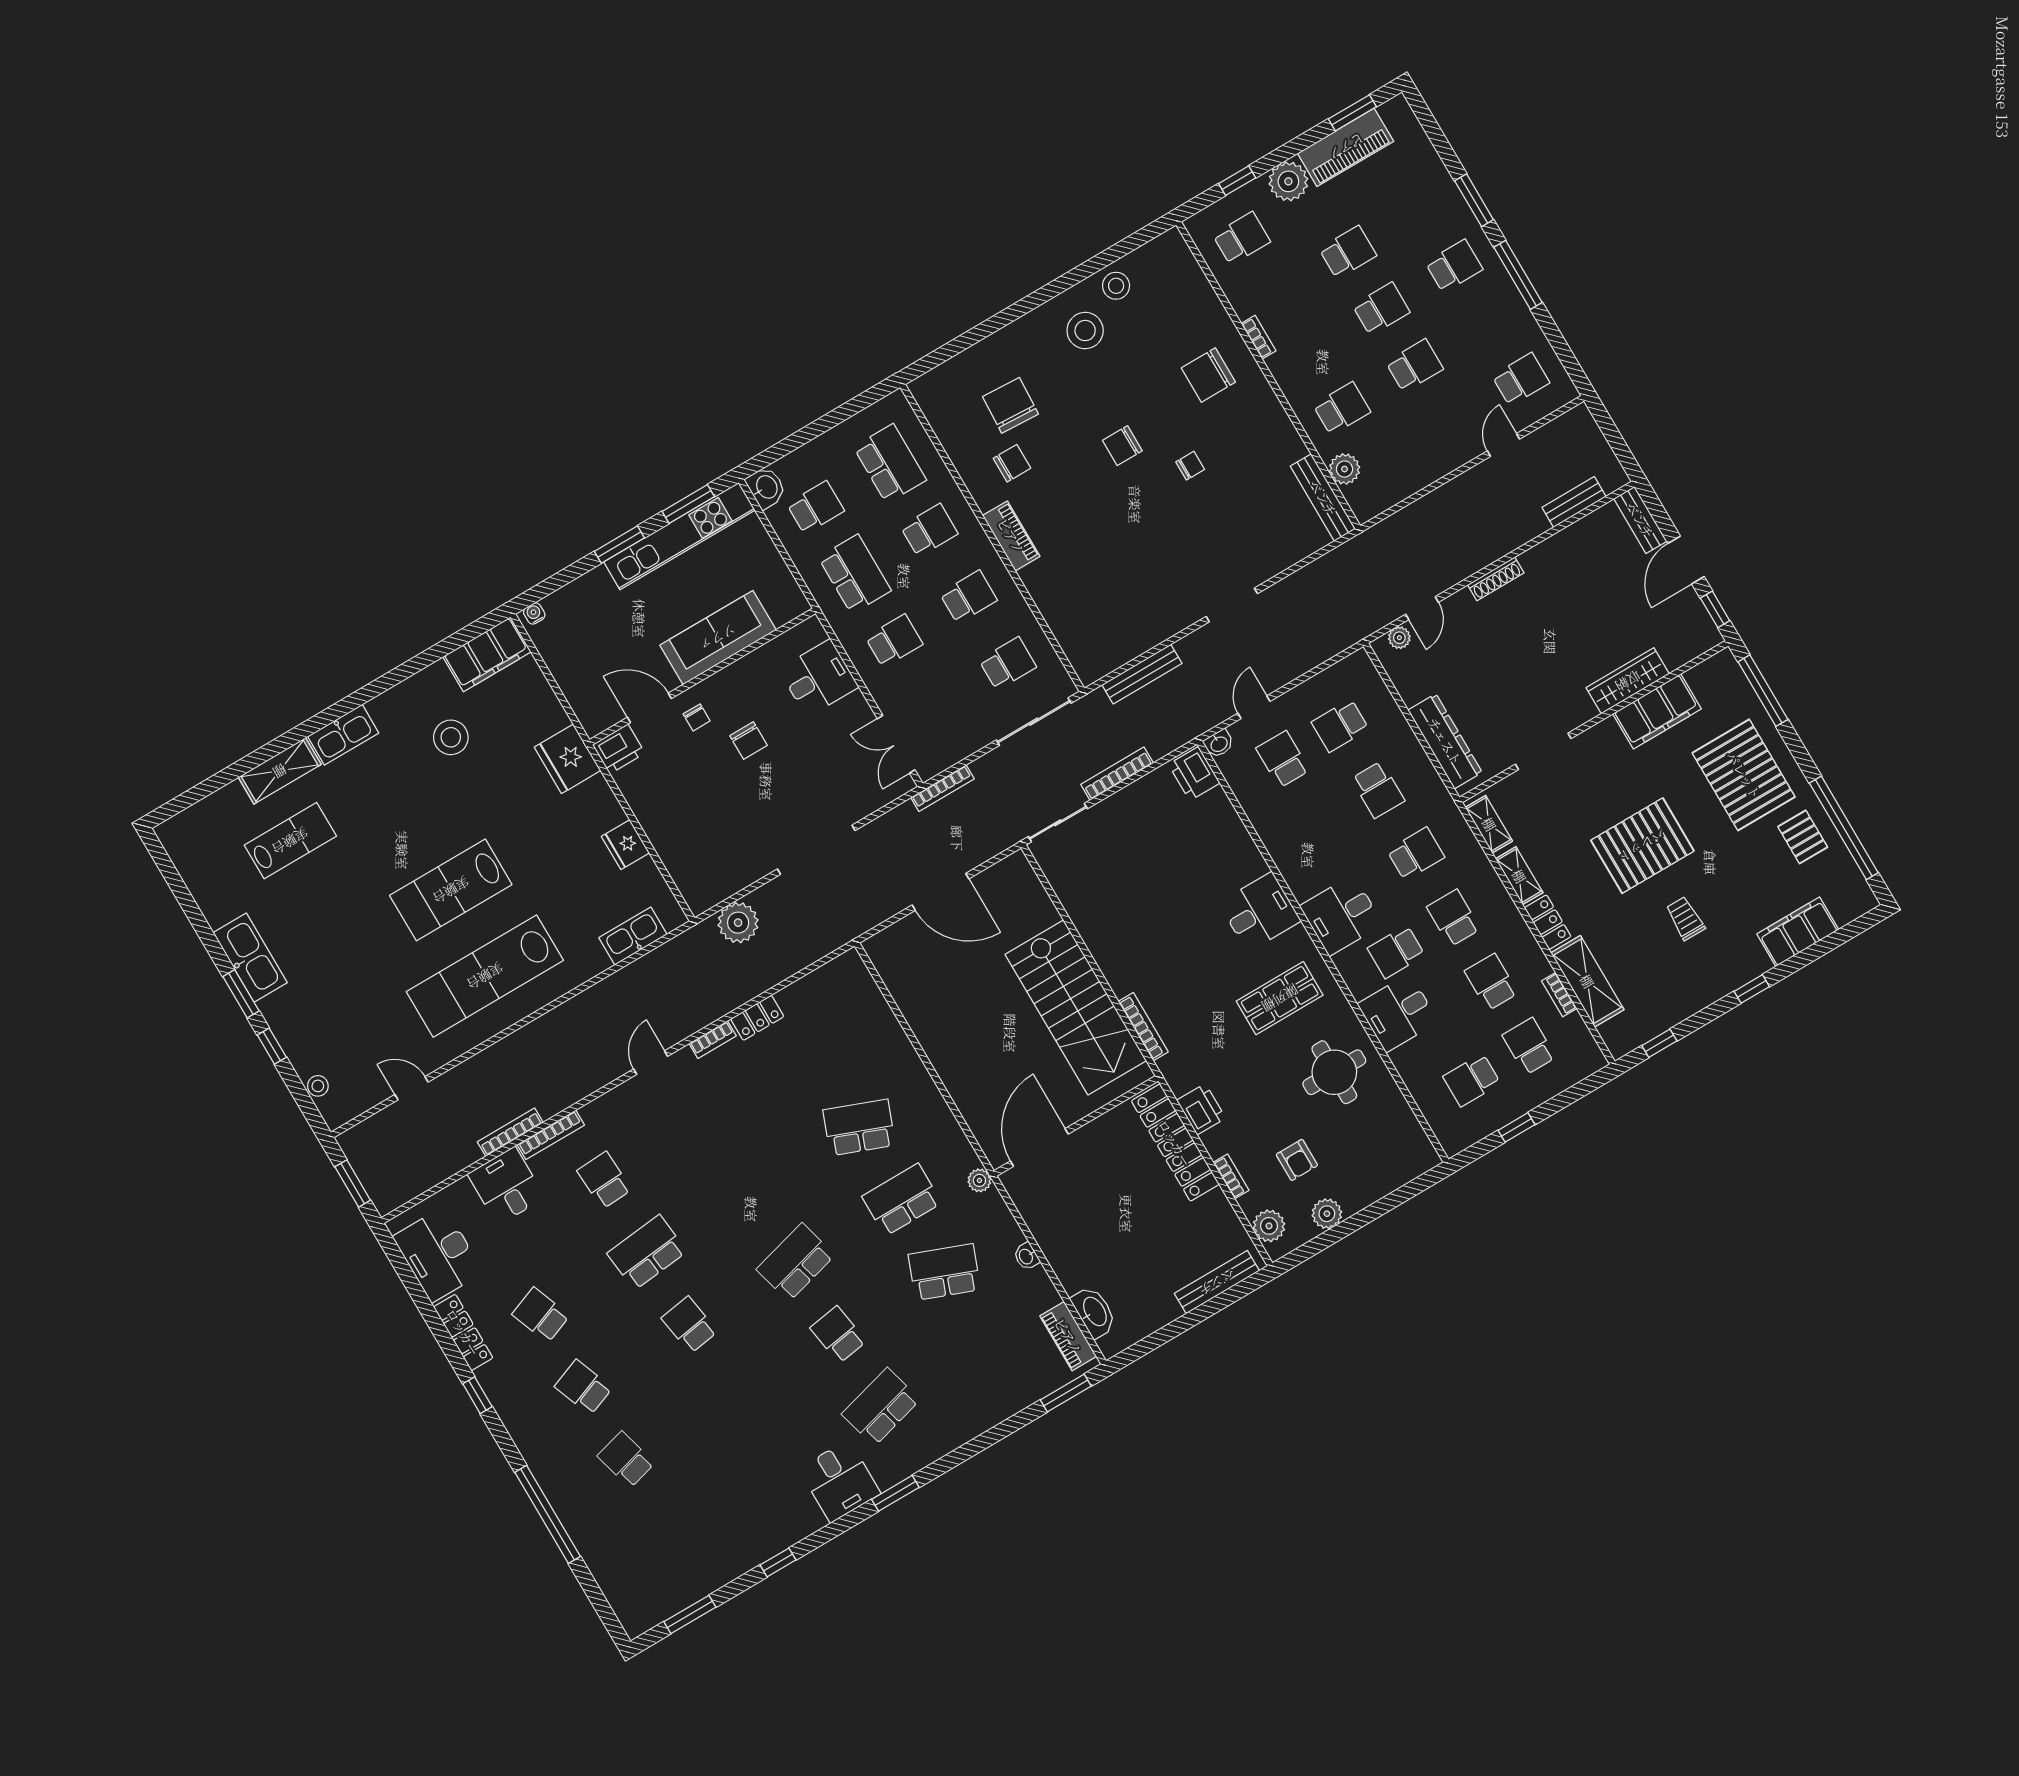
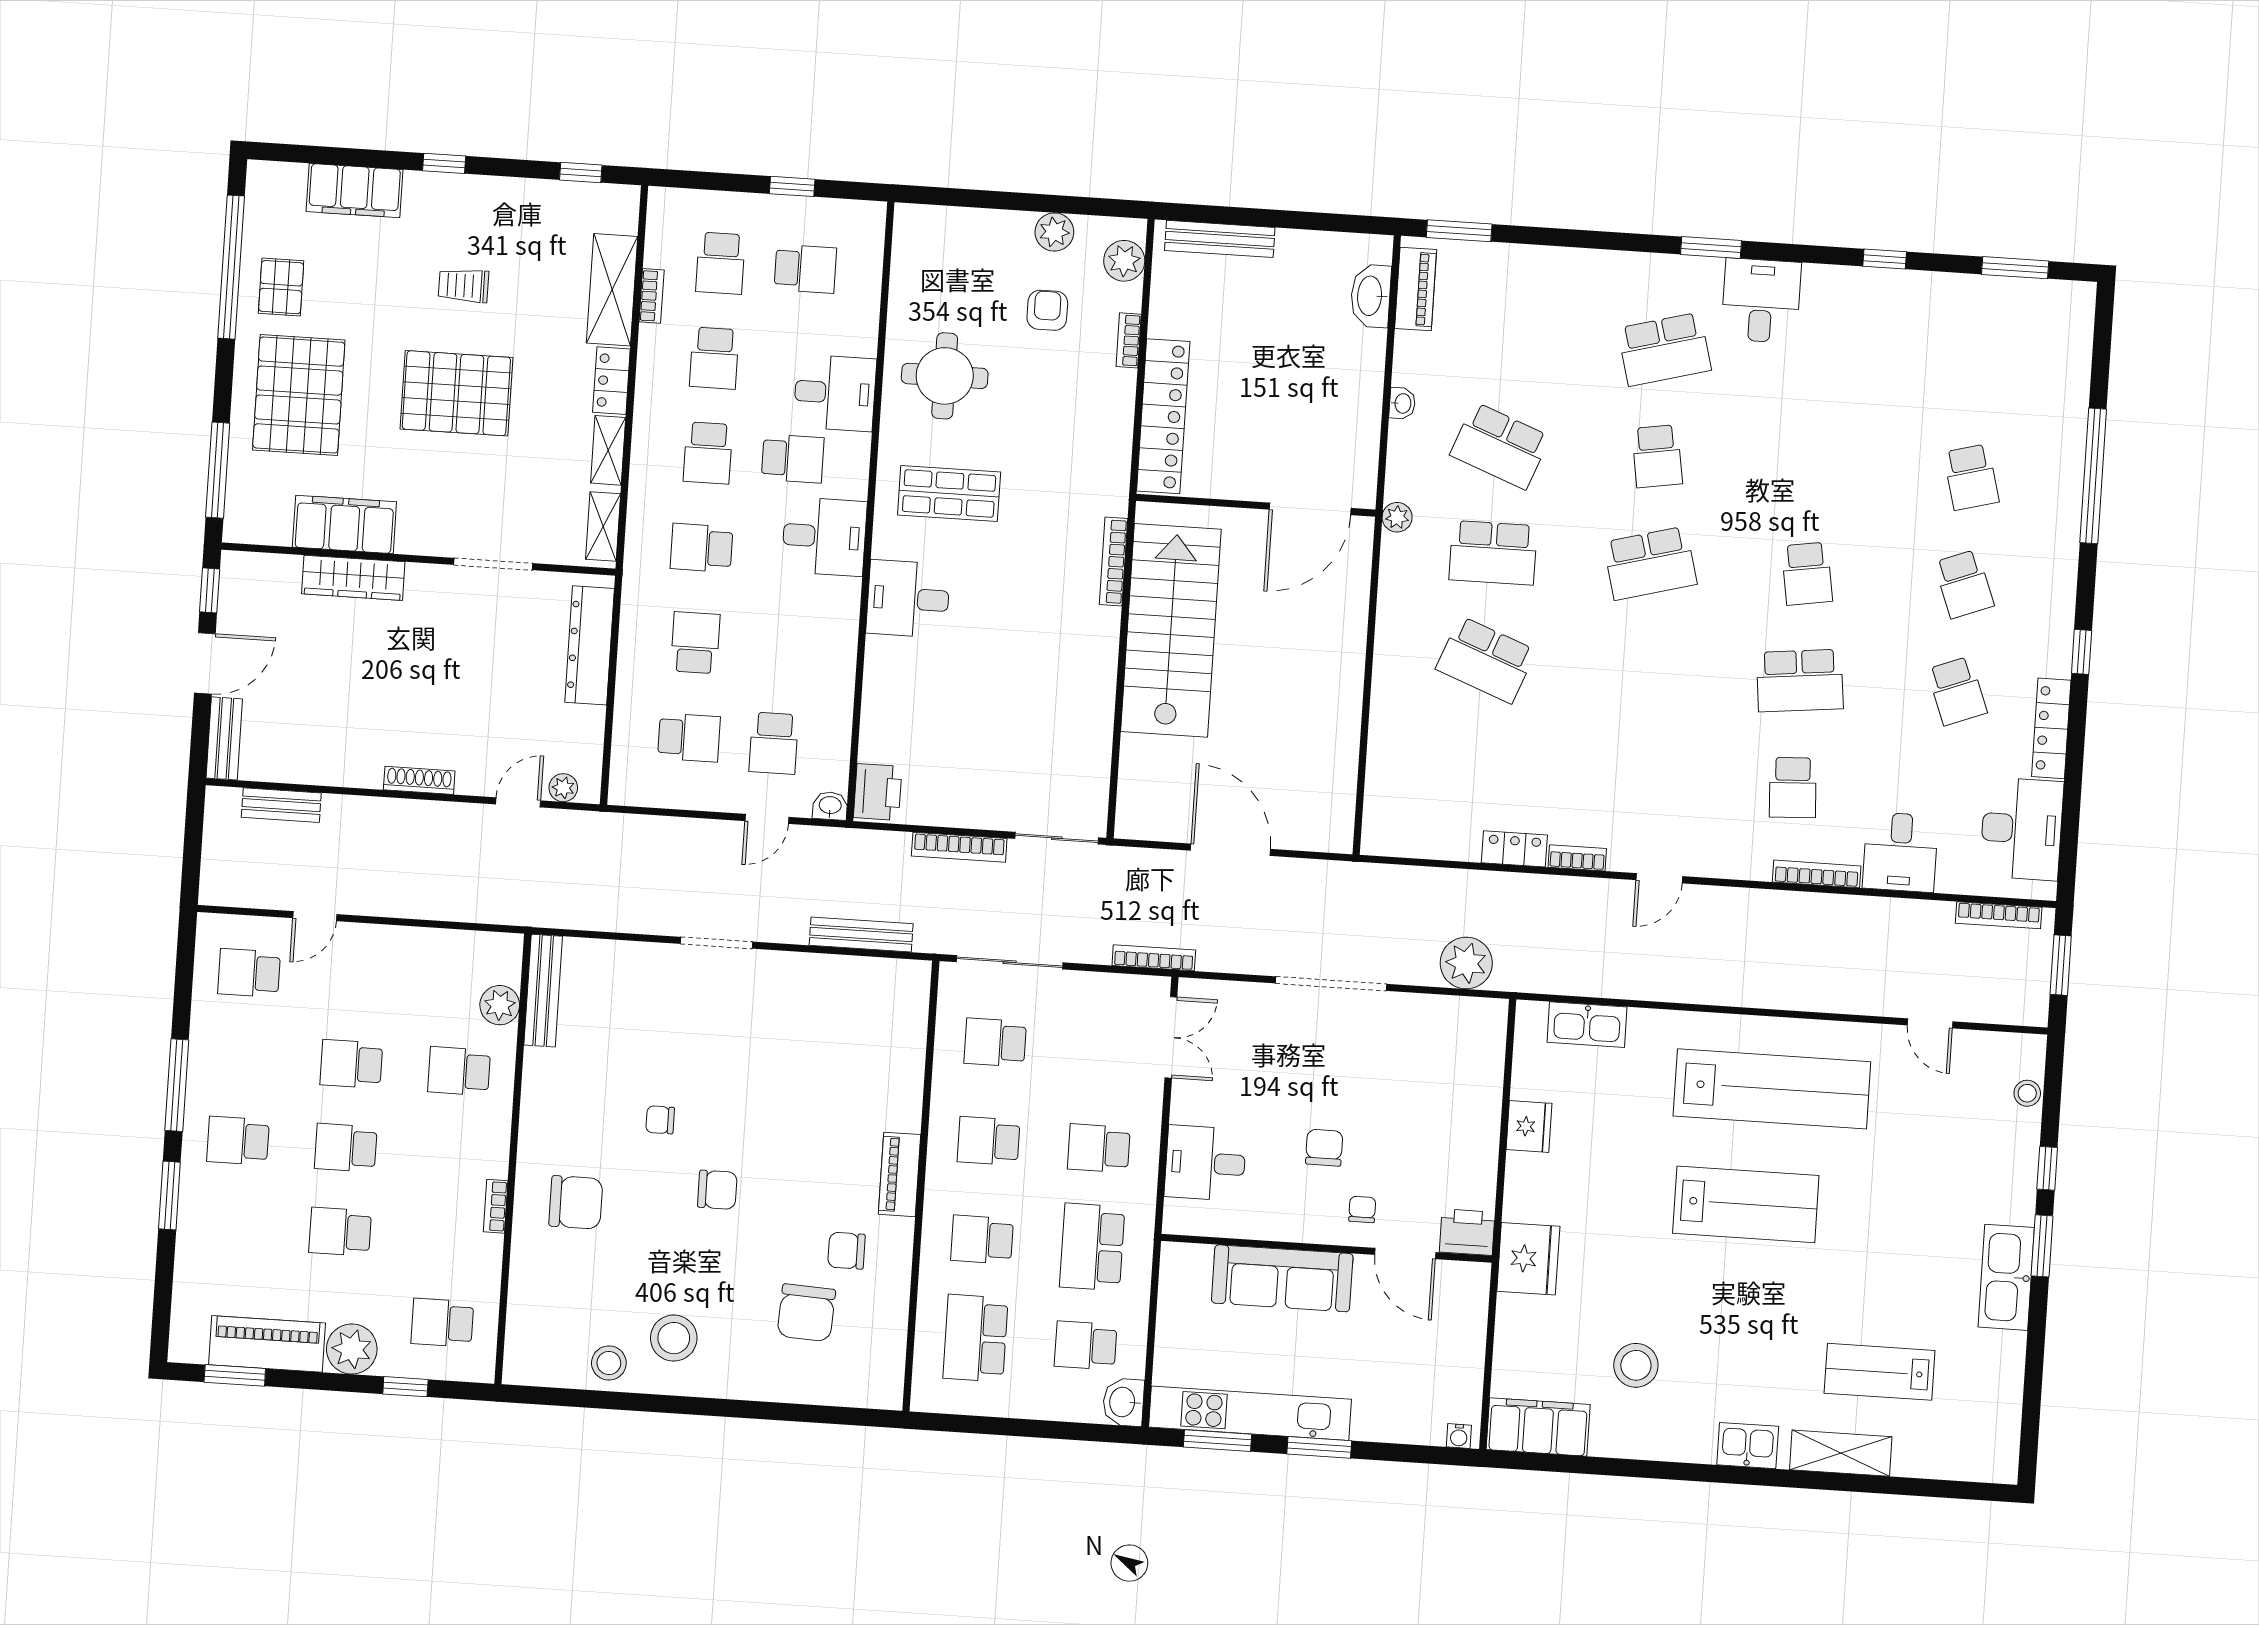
kitchen sink: (343, 735) -> (1748, 1446), width x0.73
trolley: (1685, 918) -> (464, 286), turned 90
printer: (1201, 1109) -> (1112, 433), removed
bookcase: (510, 1132) -> (1999, 915), moved

